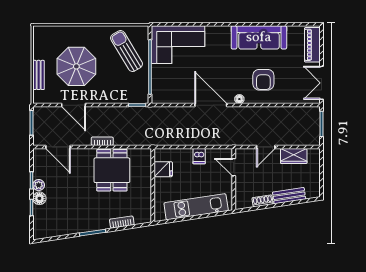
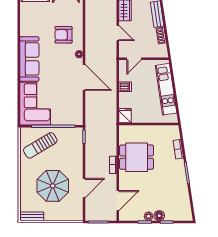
sofa: (259, 37) -> (29, 59), moved
bench: (39, 75) -> (32, 216), moved
armchair: (263, 80) -> (63, 35), turned 180
door: (211, 105) -> (84, 77), swing flipped
fridge: (163, 169) -> (125, 116), moved

